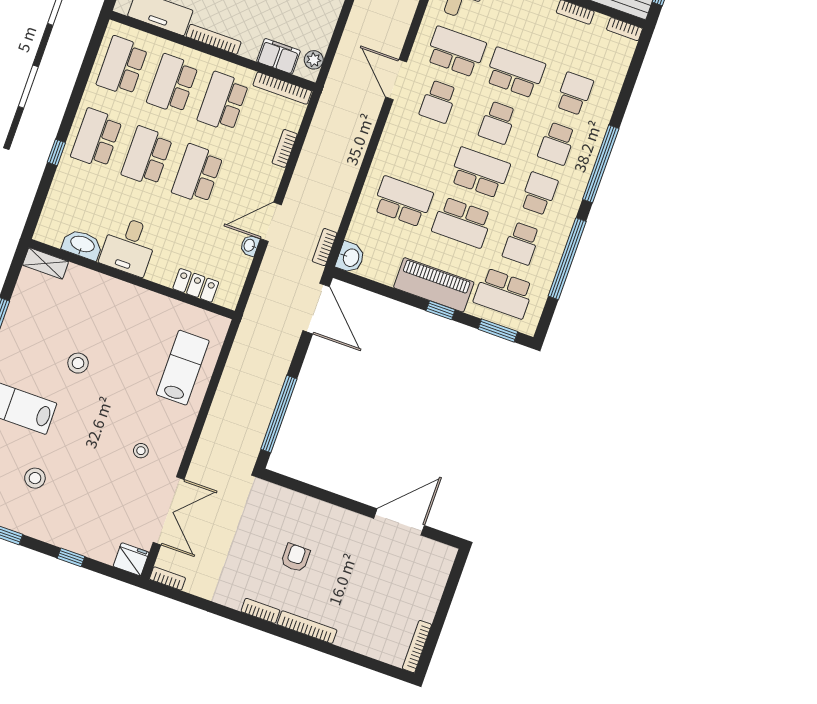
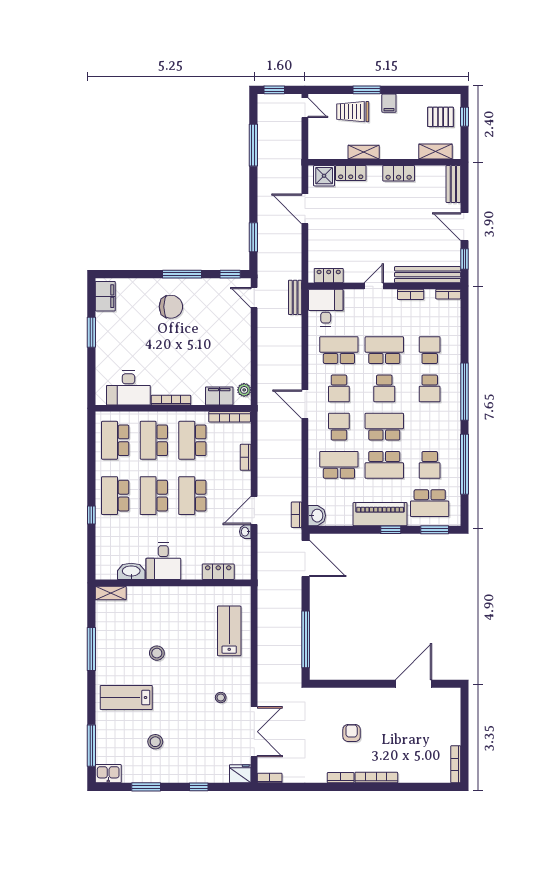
door: (396, 80) -> (305, 404), moved
school desk: (539, 194) -> (339, 427), moved

